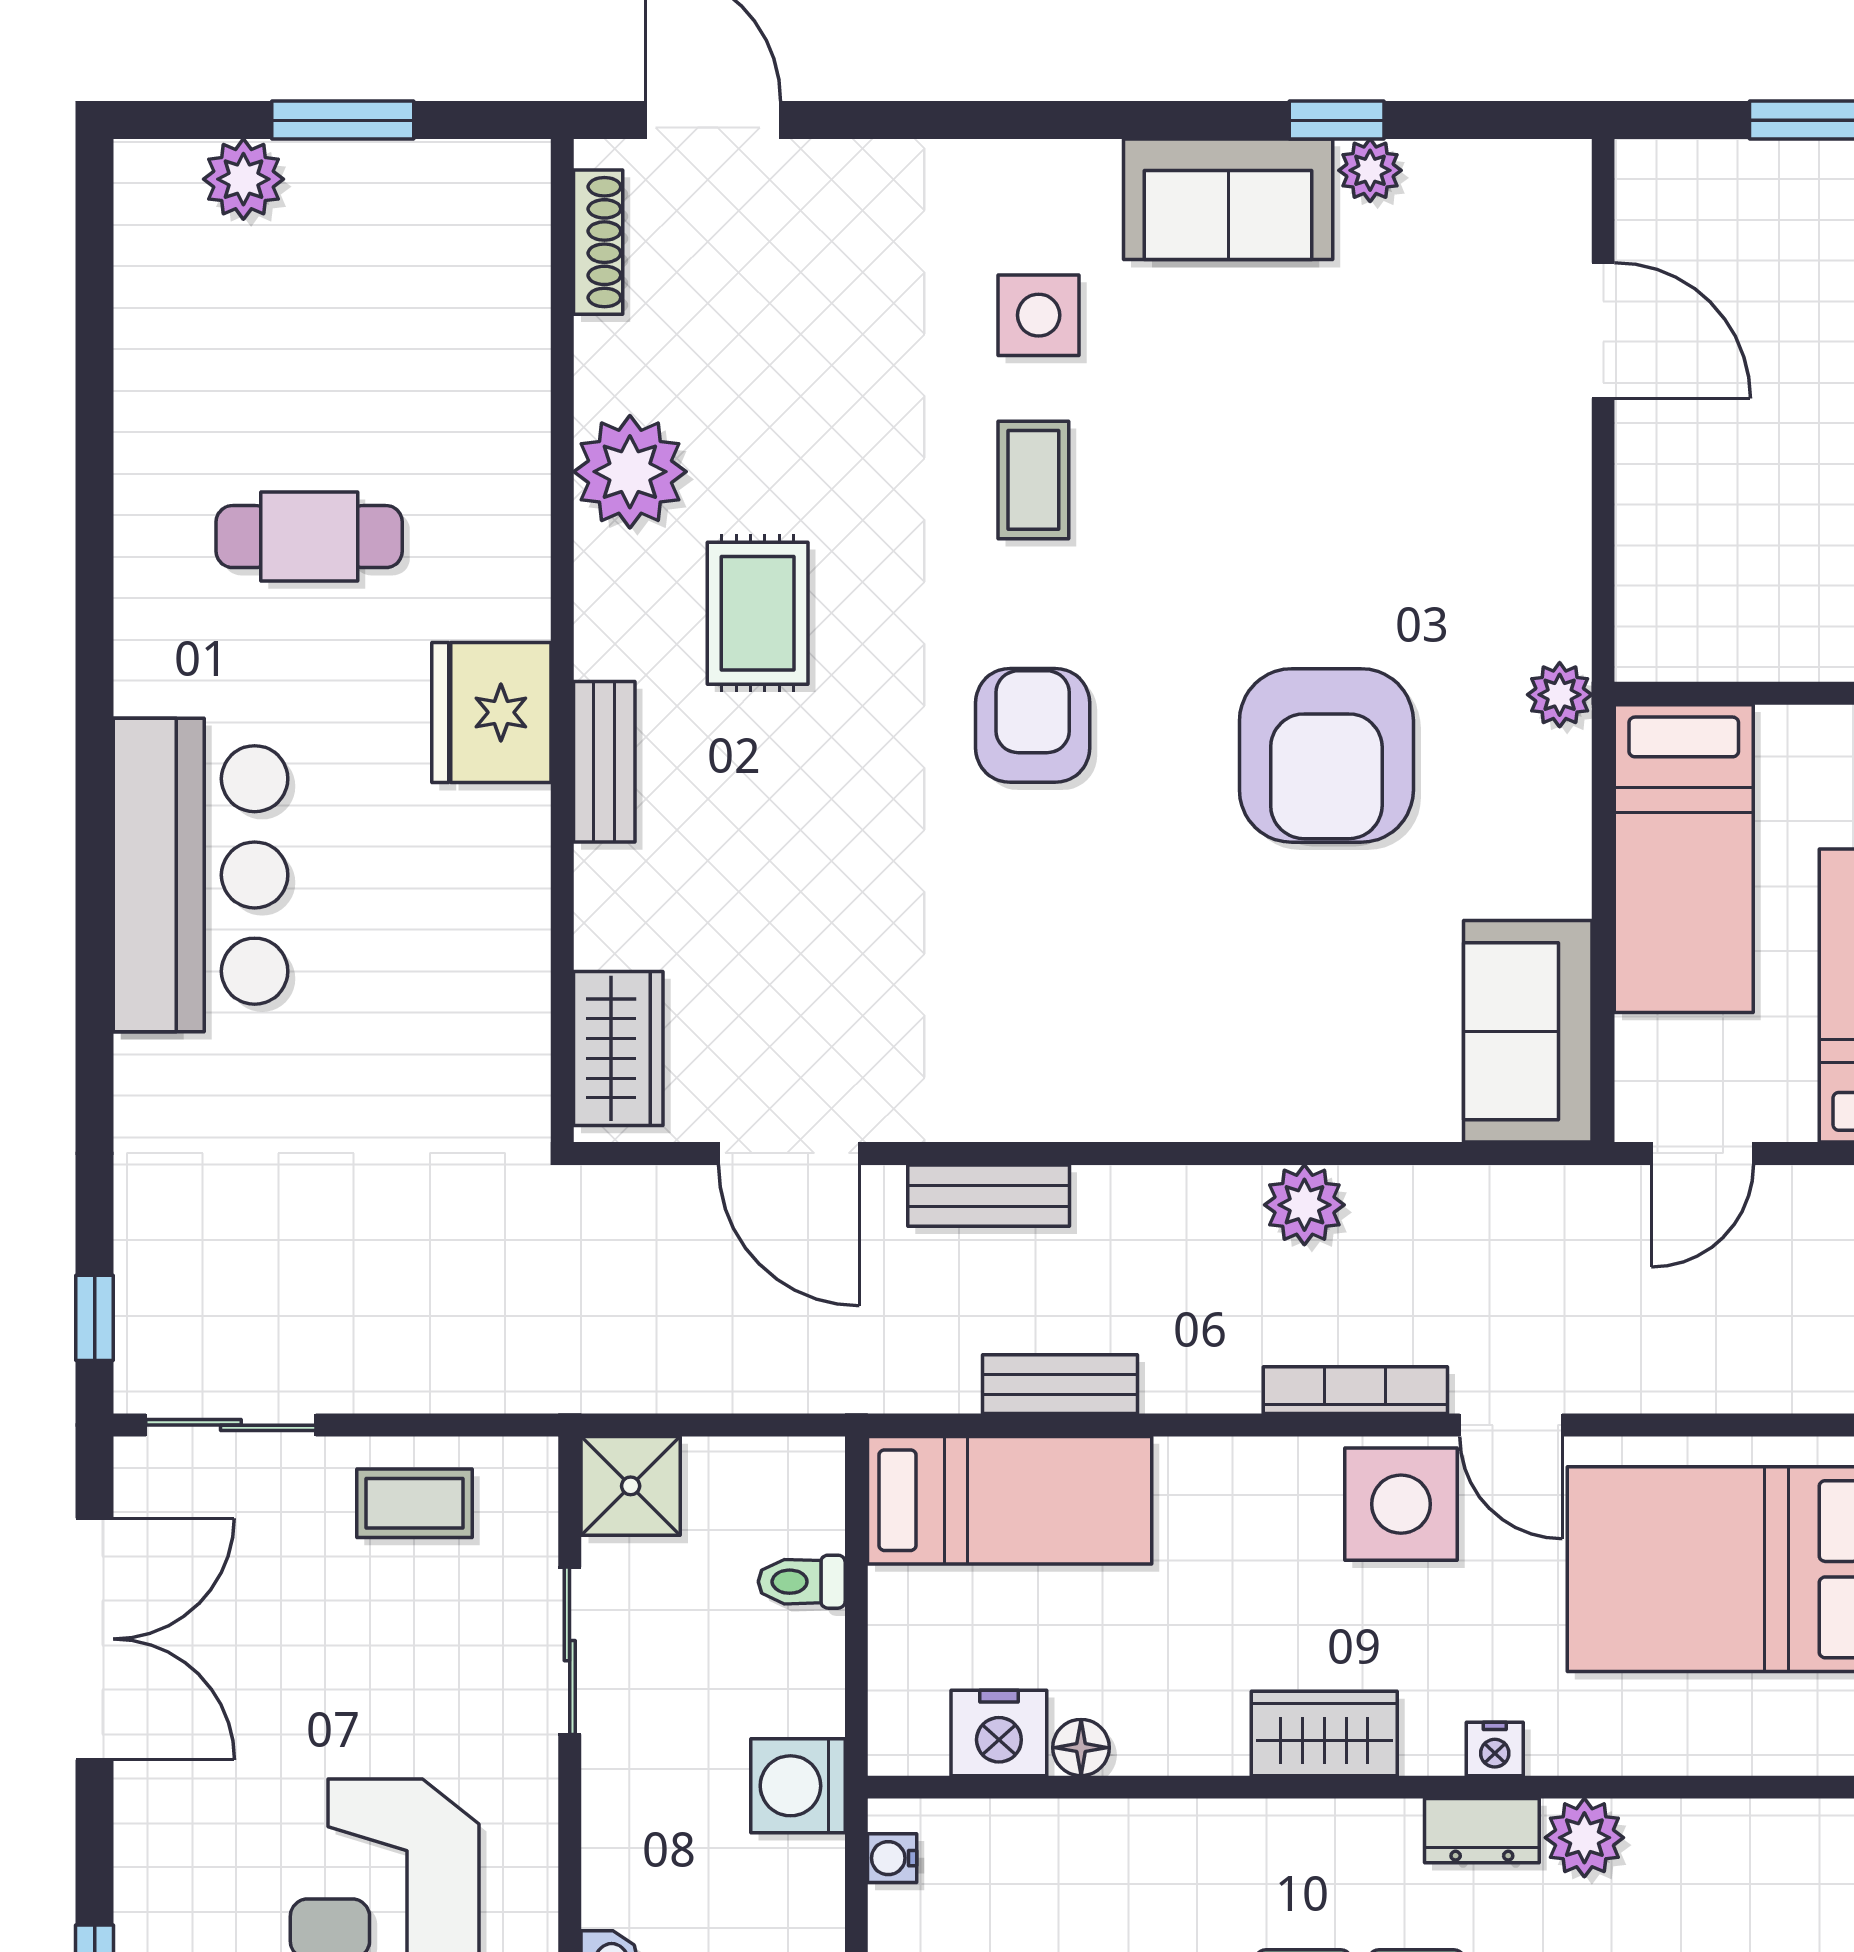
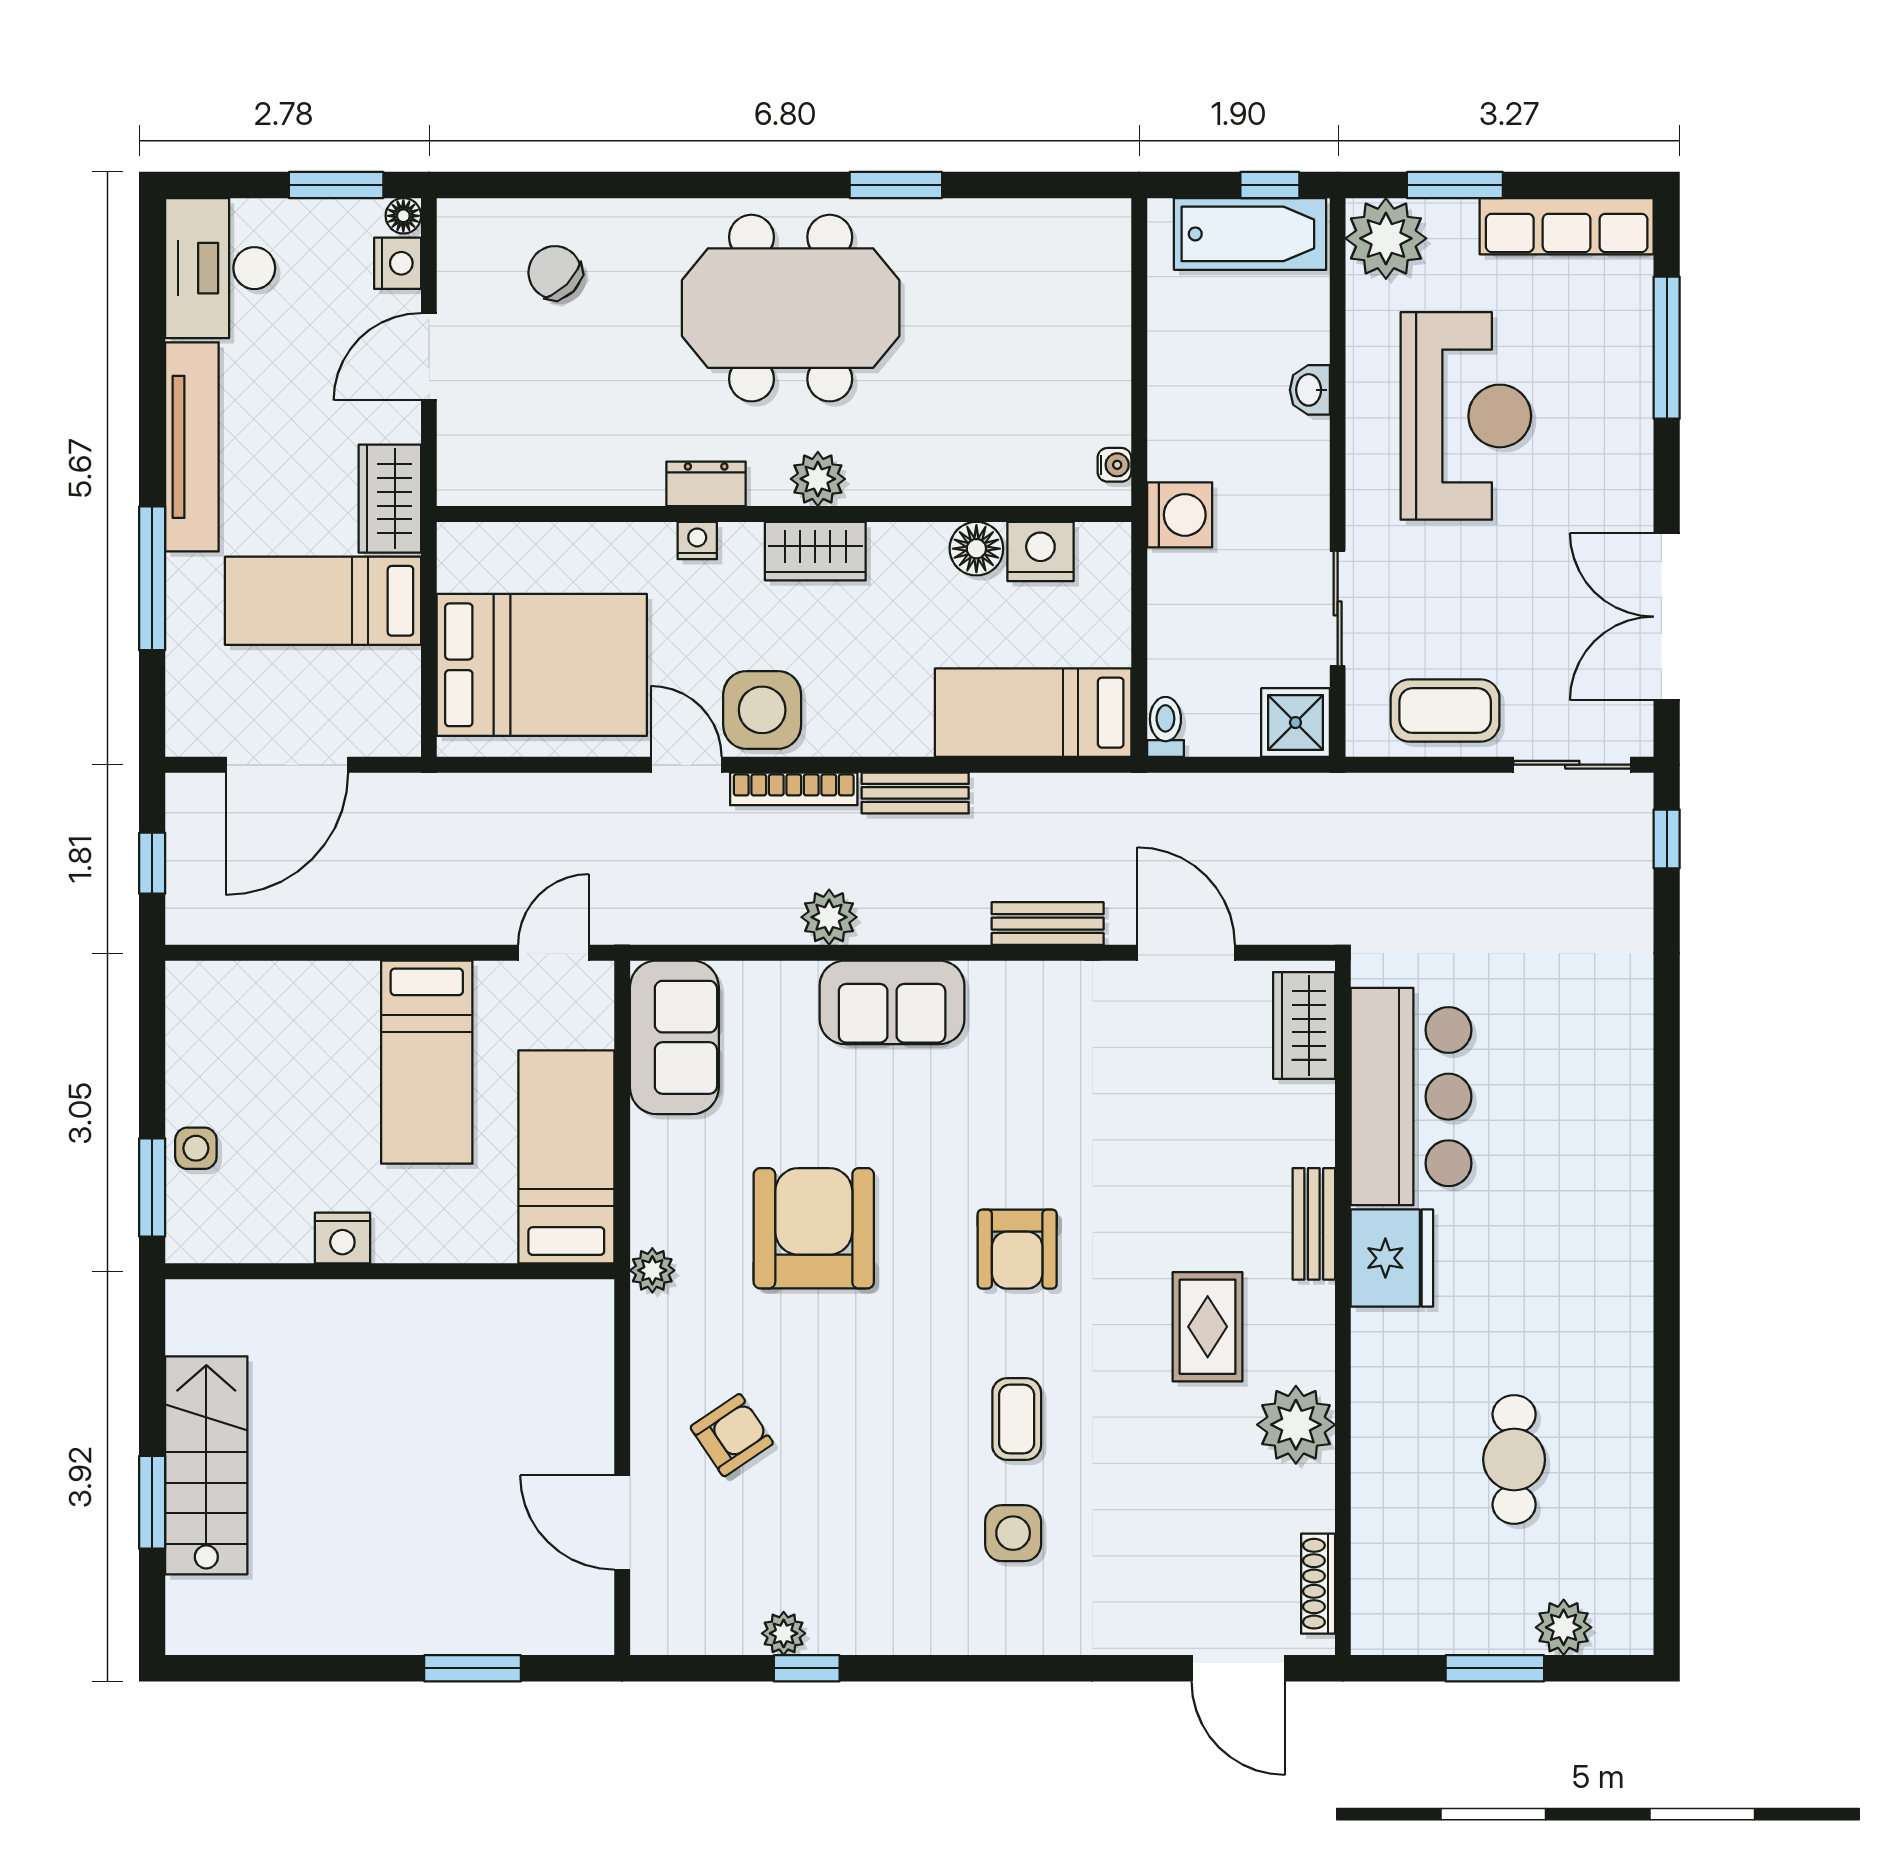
sofa: (1228, 199) -> (892, 1002), moved, turned 180
armchair: (1445, 457) -> (732, 1435), added
cafe table: (309, 537) -> (1514, 1460), moved, turned 90
bar counter: (201, 875) -> (1411, 1097), moved, turned 180
bench: (1060, 1384) -> (915, 793), moved
coffee table: (415, 1503) -> (1445, 711), width x1.36, depth x1.30
toilet: (802, 1582) -> (1165, 727), moved, turned -90
floor lamp: (1081, 1748) -> (976, 549), width x1.37, depth x1.37
plant: (1584, 1838) -> (818, 479), moved

